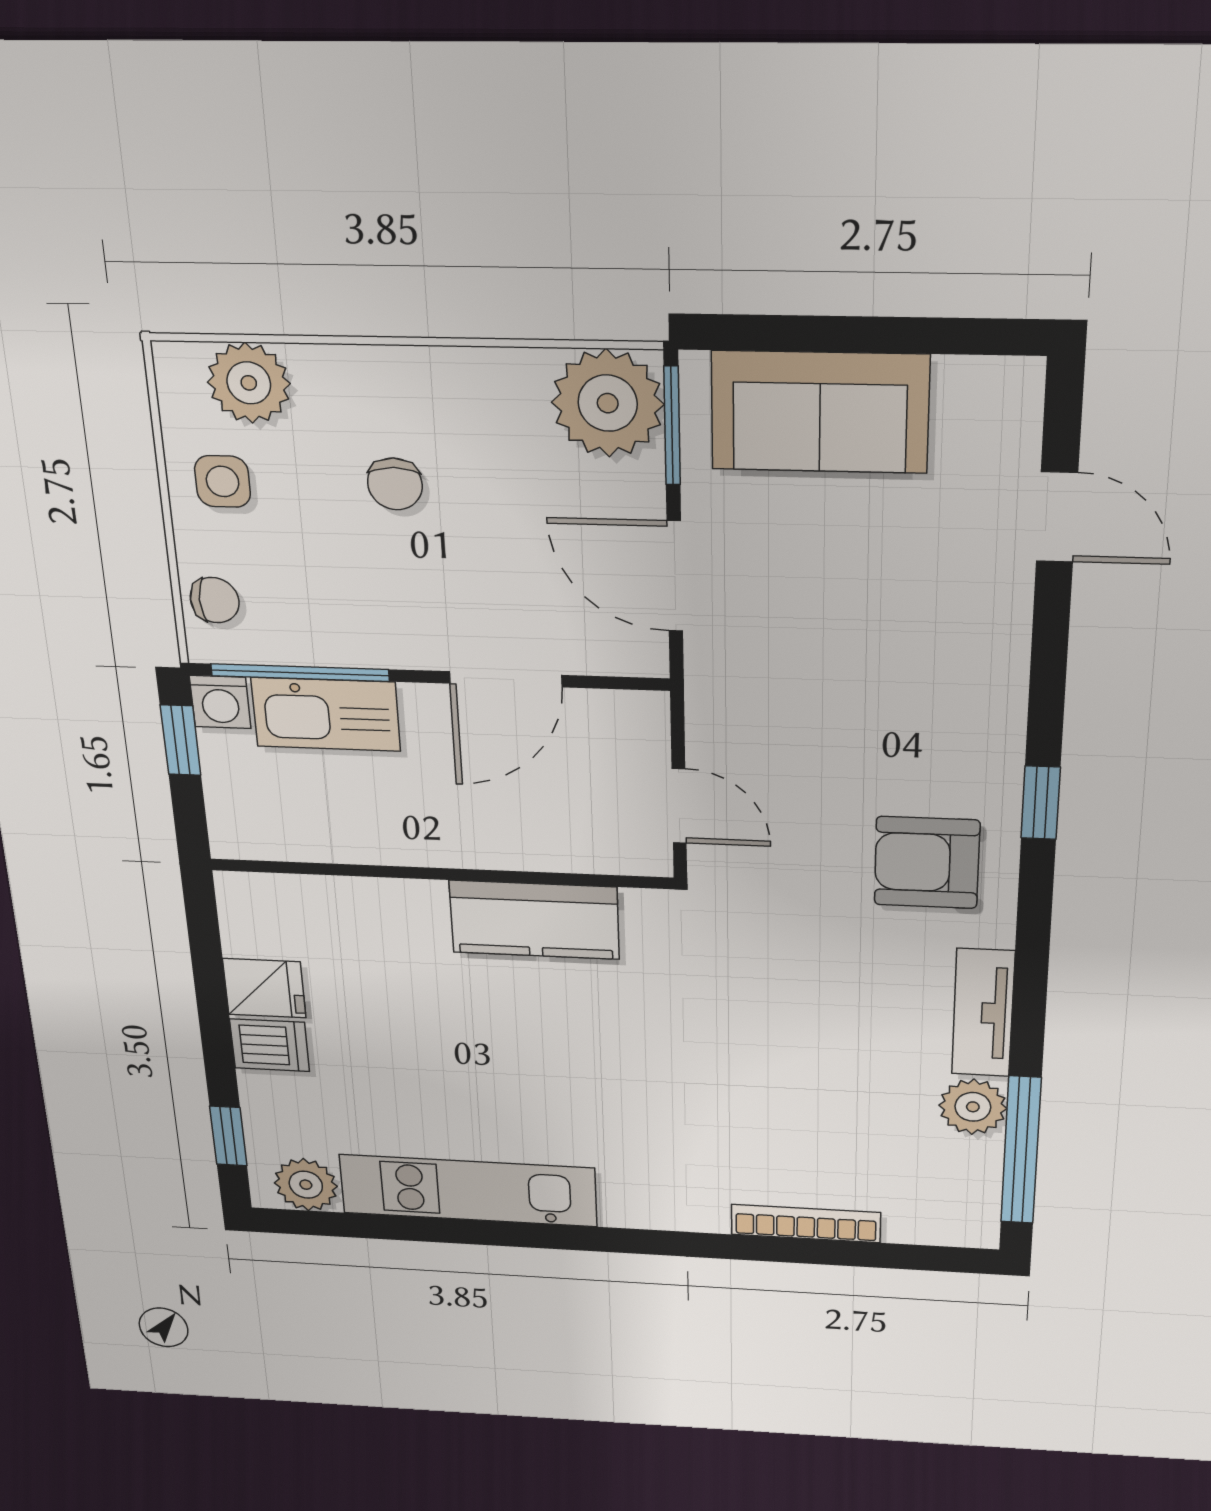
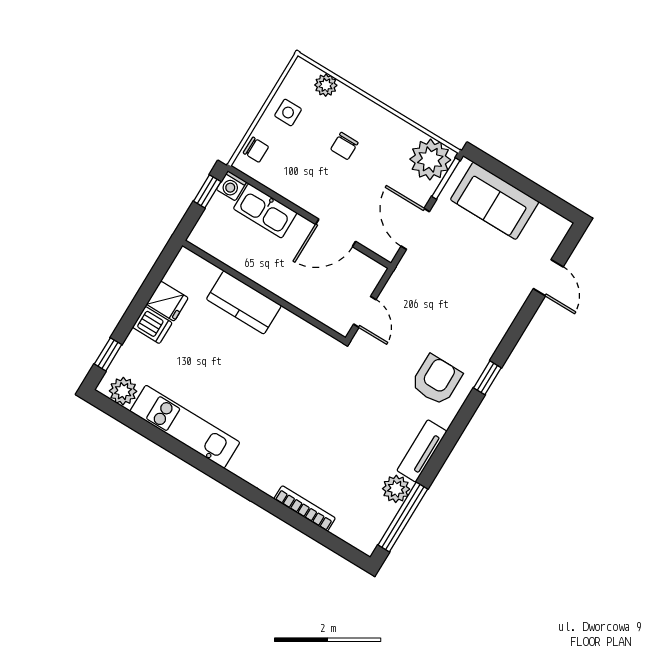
plant: (249, 383) -> (326, 85), width x0.73, depth x0.73
window: (300, 673) -> (267, 191), removed
armchair: (927, 863) -> (436, 380), turned 90
kitchen counter: (534, 920) -> (244, 302), moved

